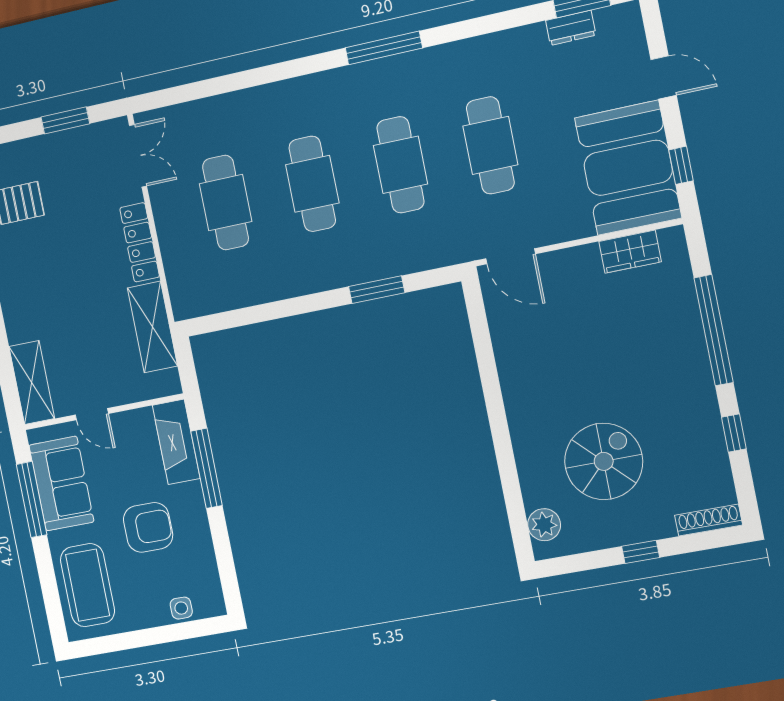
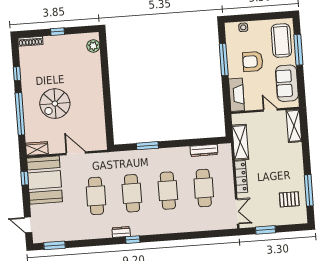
dresser: (571, 28) -> (121, 232), moved
window: (384, 48) -> (133, 240), width x0.46
door: (664, 77) -> (28, 225), moved
double door: (138, 156) -> (237, 211), swing flipped
wardrobe: (630, 252) -> (37, 149), moved
door: (511, 256) -> (76, 153), moved
dresser: (237, 296) -> (204, 150), added
spiral stairs: (604, 461) -> (55, 104), moved
window: (207, 468) -> (224, 60), moved
window: (32, 500) -> (298, 50), moved

